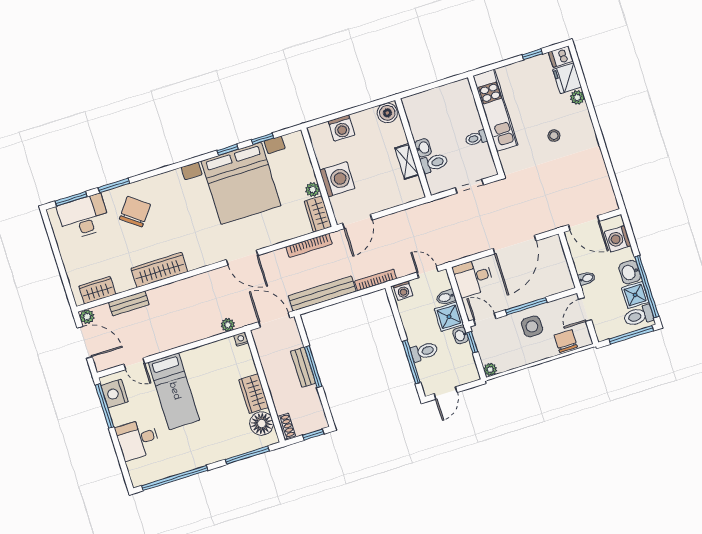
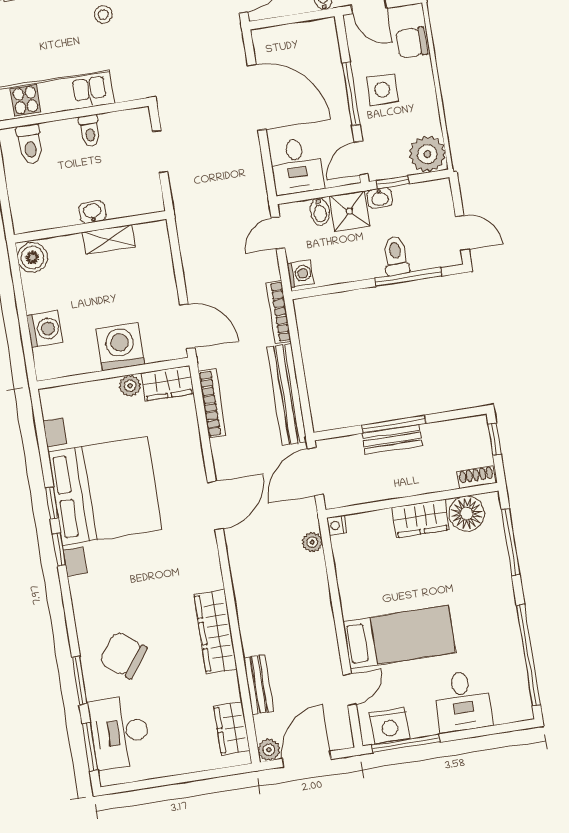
window: (263, 139) -> (59, 549), moved
toilet: (434, 163) -> (30, 144), moved, turned 180
plant: (490, 369) -> (427, 154), width x1.88, depth x1.88

